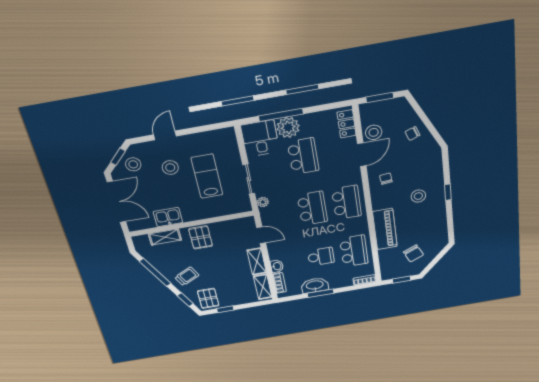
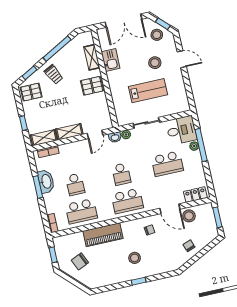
plant: (288, 127) -> (194, 146), width x0.53, depth x0.53
school desk: (312, 208) -> (121, 174), width x0.54
washbasin: (277, 266) -> (115, 137), moved
window: (225, 309) -> (23, 123), moved

